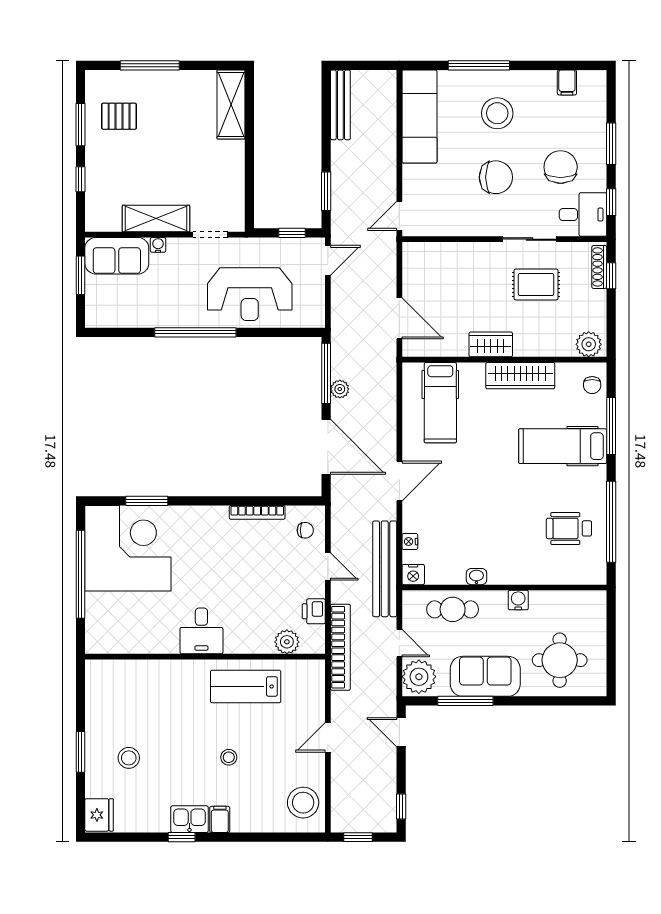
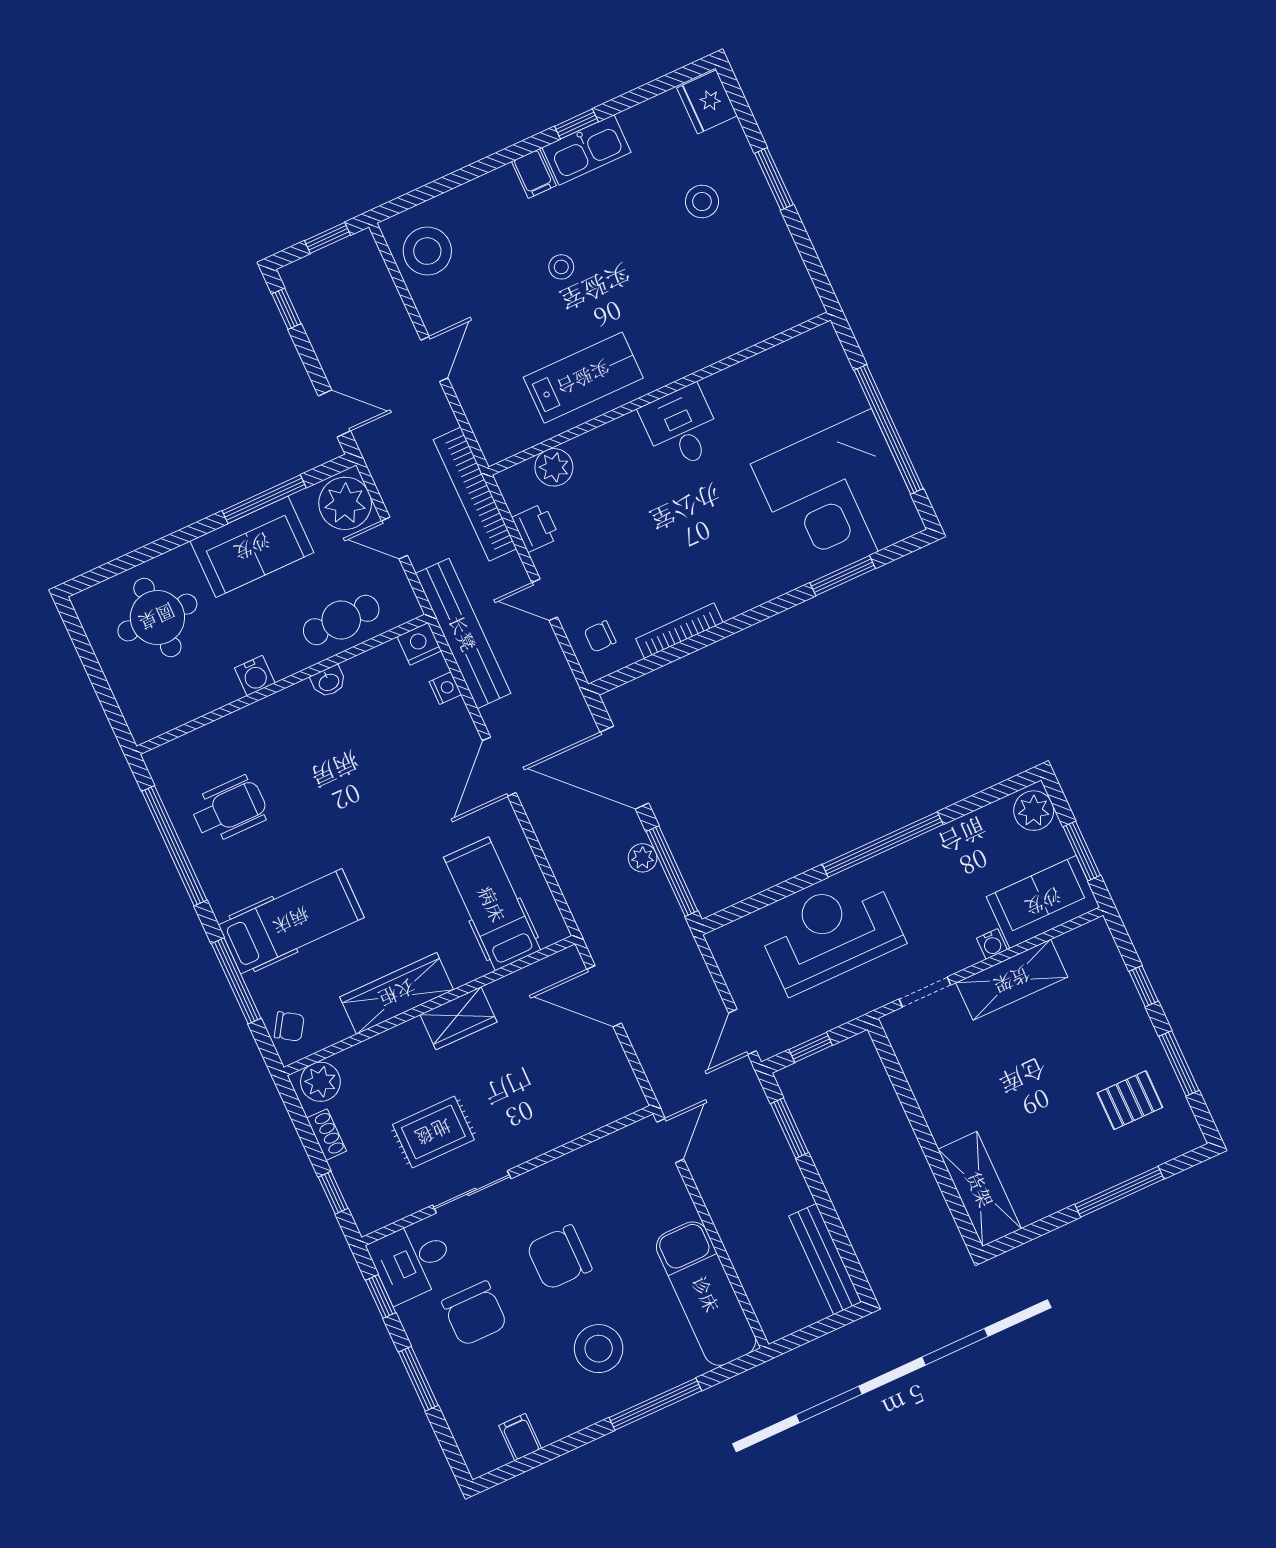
shoe rack: (599, 267) -> (327, 1135), moved, width x0.70
plant: (98, 312) -> (1034, 811), added
chair: (592, 385) -> (289, 1026), turned 123
kitchen sink: (190, 819) -> (587, 150), width x1.38

